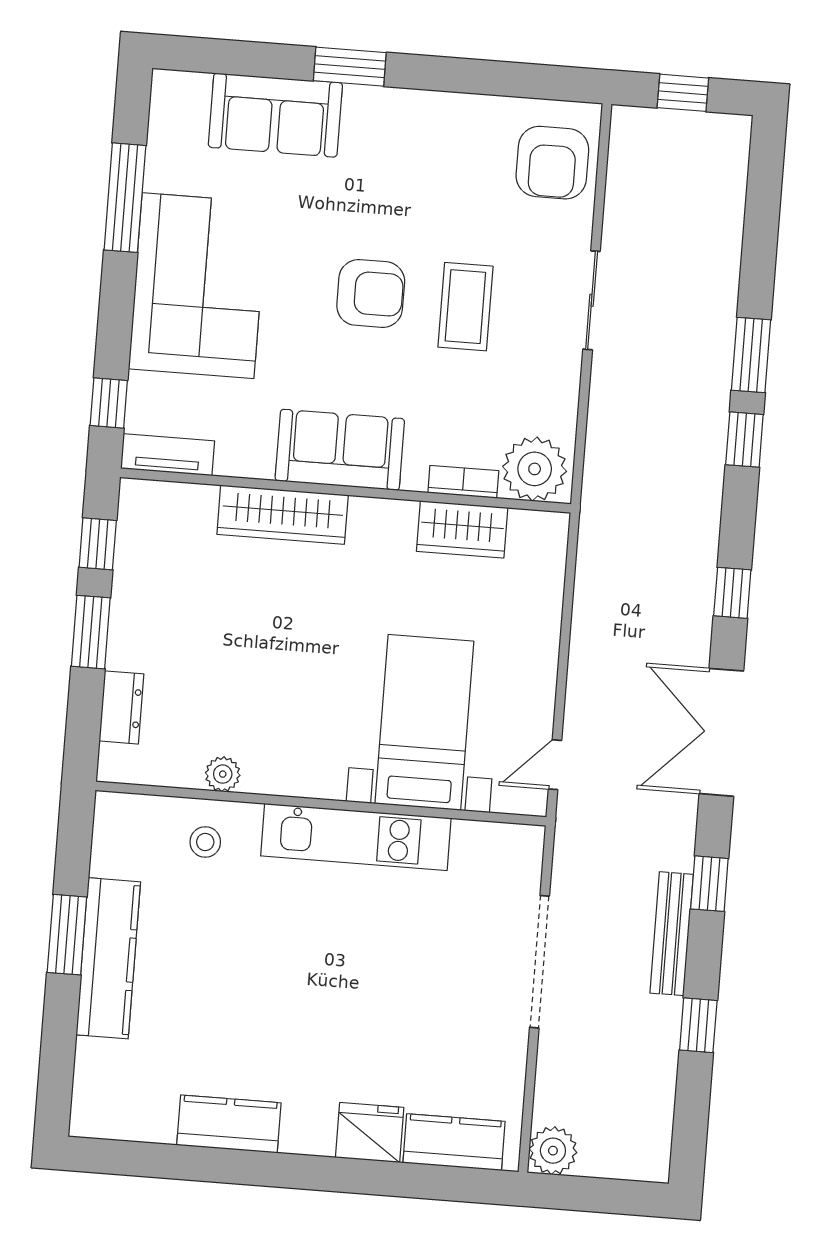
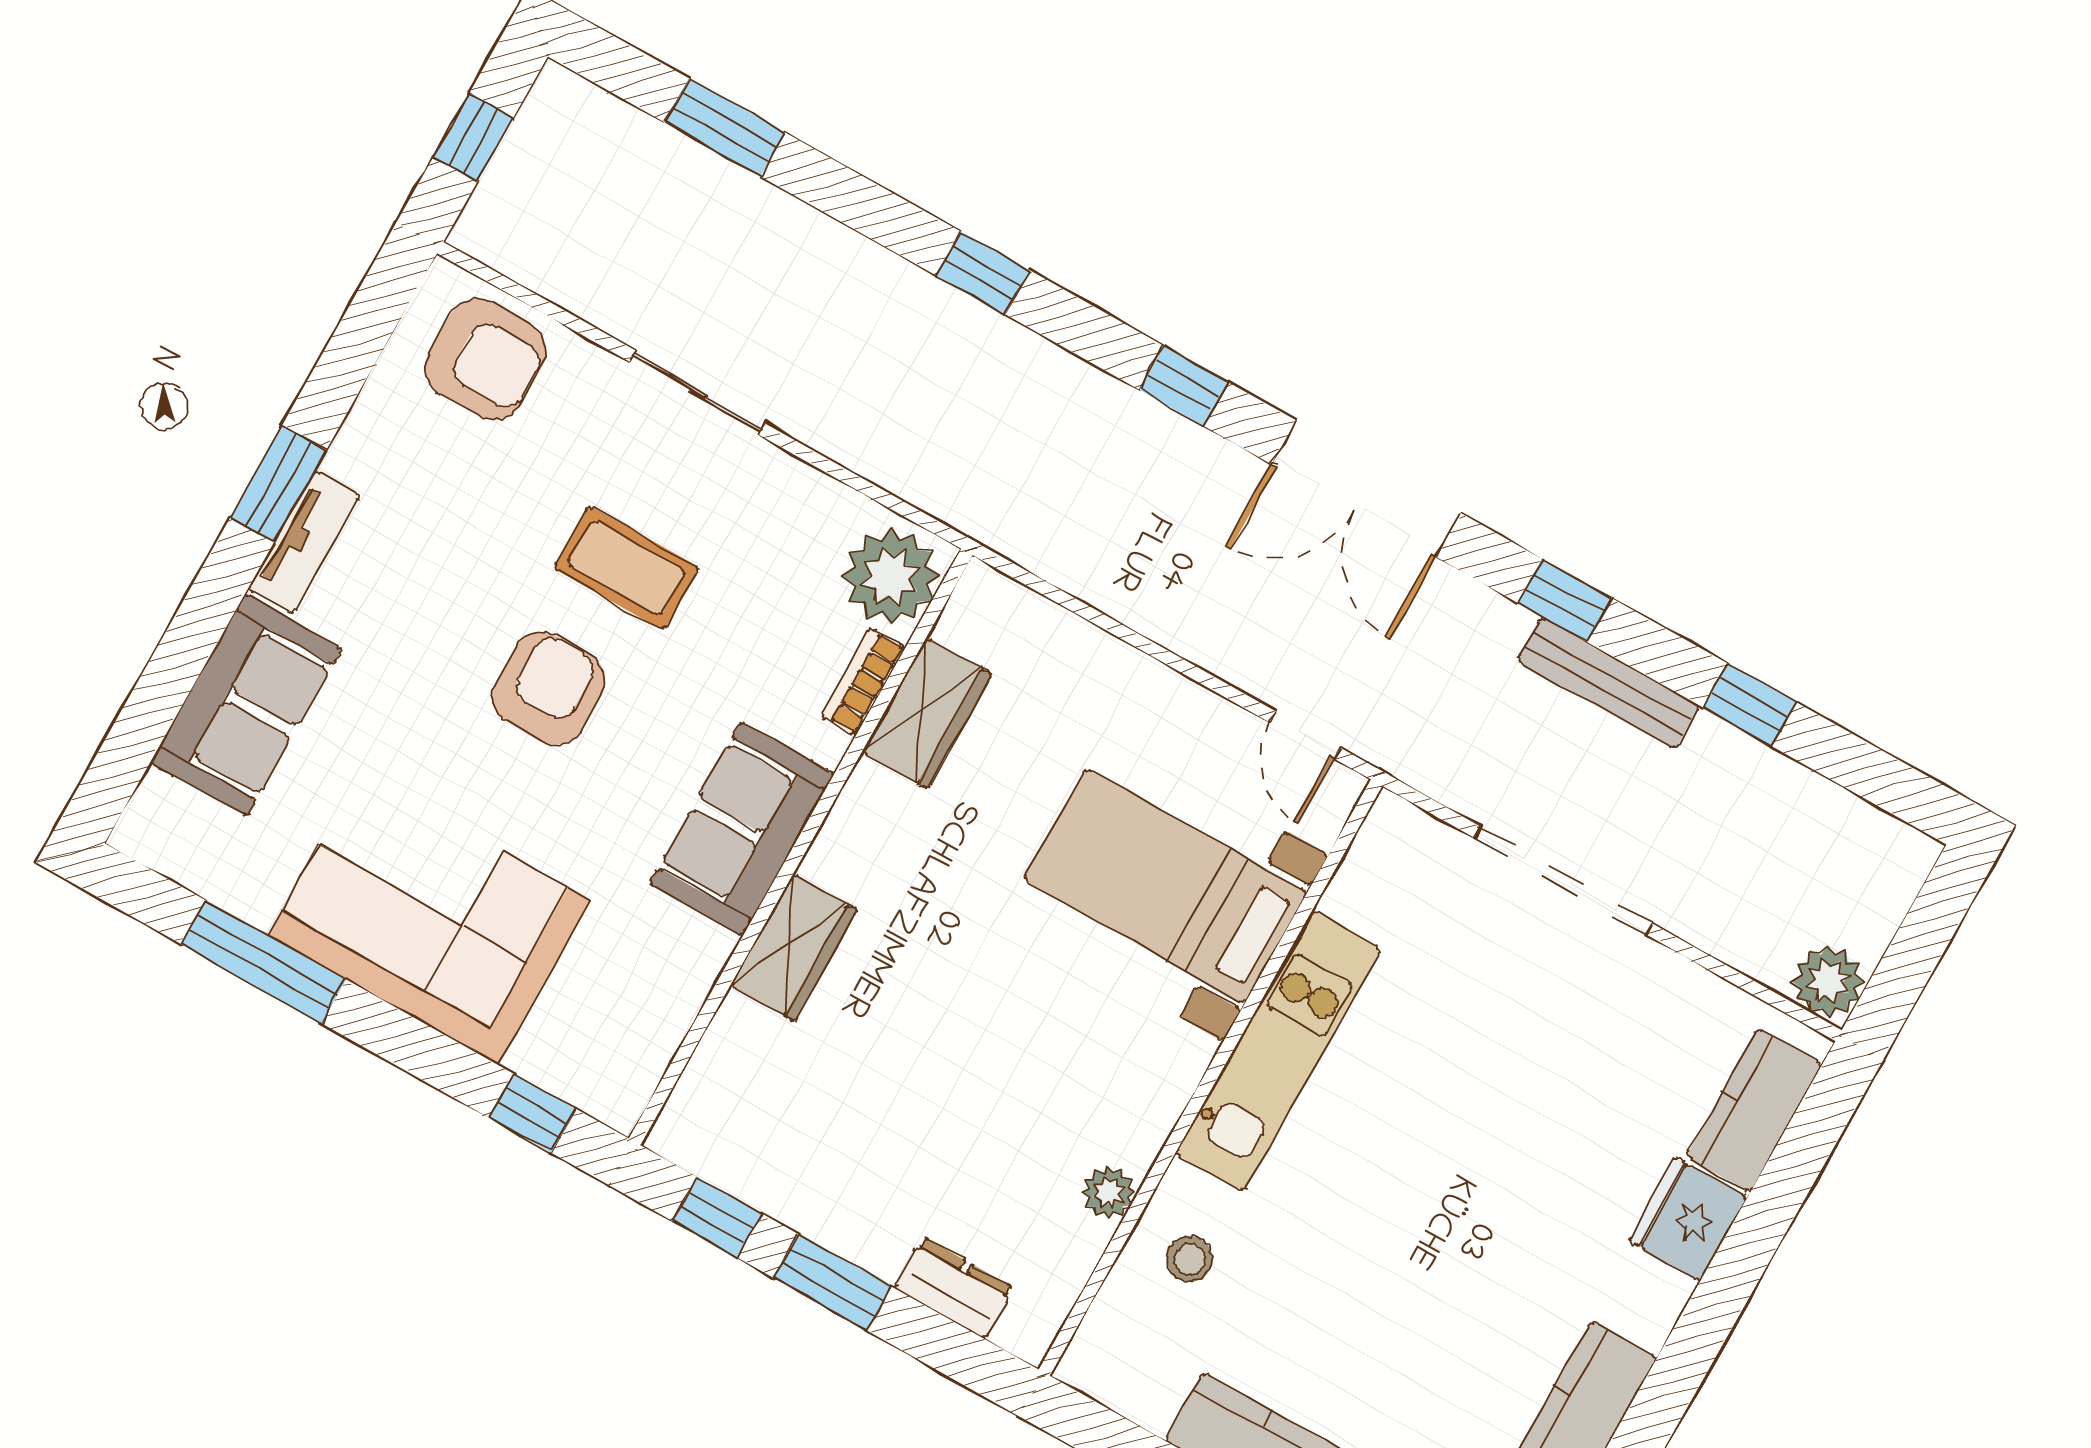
window: (350, 67) -> (278, 484), moved
window: (751, 355) -> (725, 127), moved
tv unit: (168, 455) -> (304, 542), moved, turned 180
wardrobe: (283, 515) -> (794, 947), width x0.67

